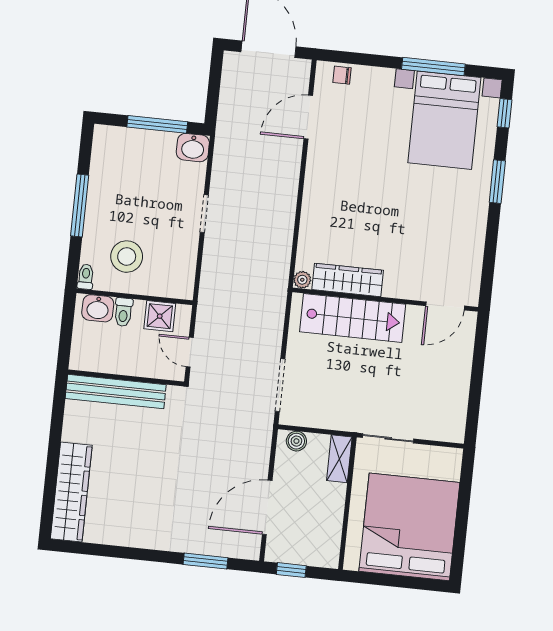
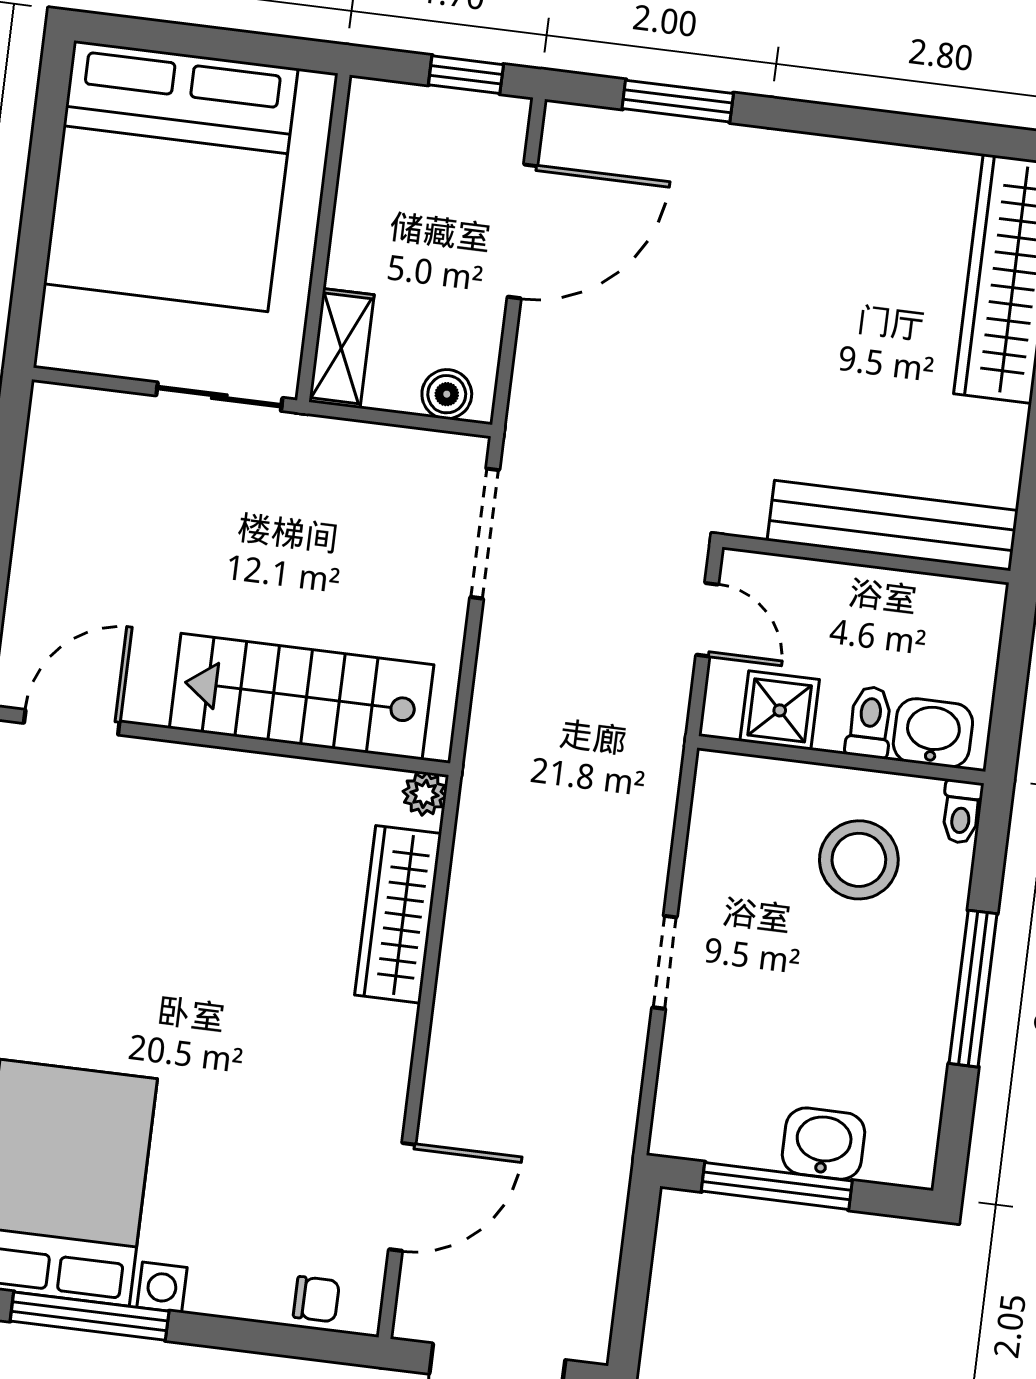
washbasin: (193, 148) -> (823, 1144), moved
wardrobe: (348, 280) -> (398, 914), moved, turned 90

